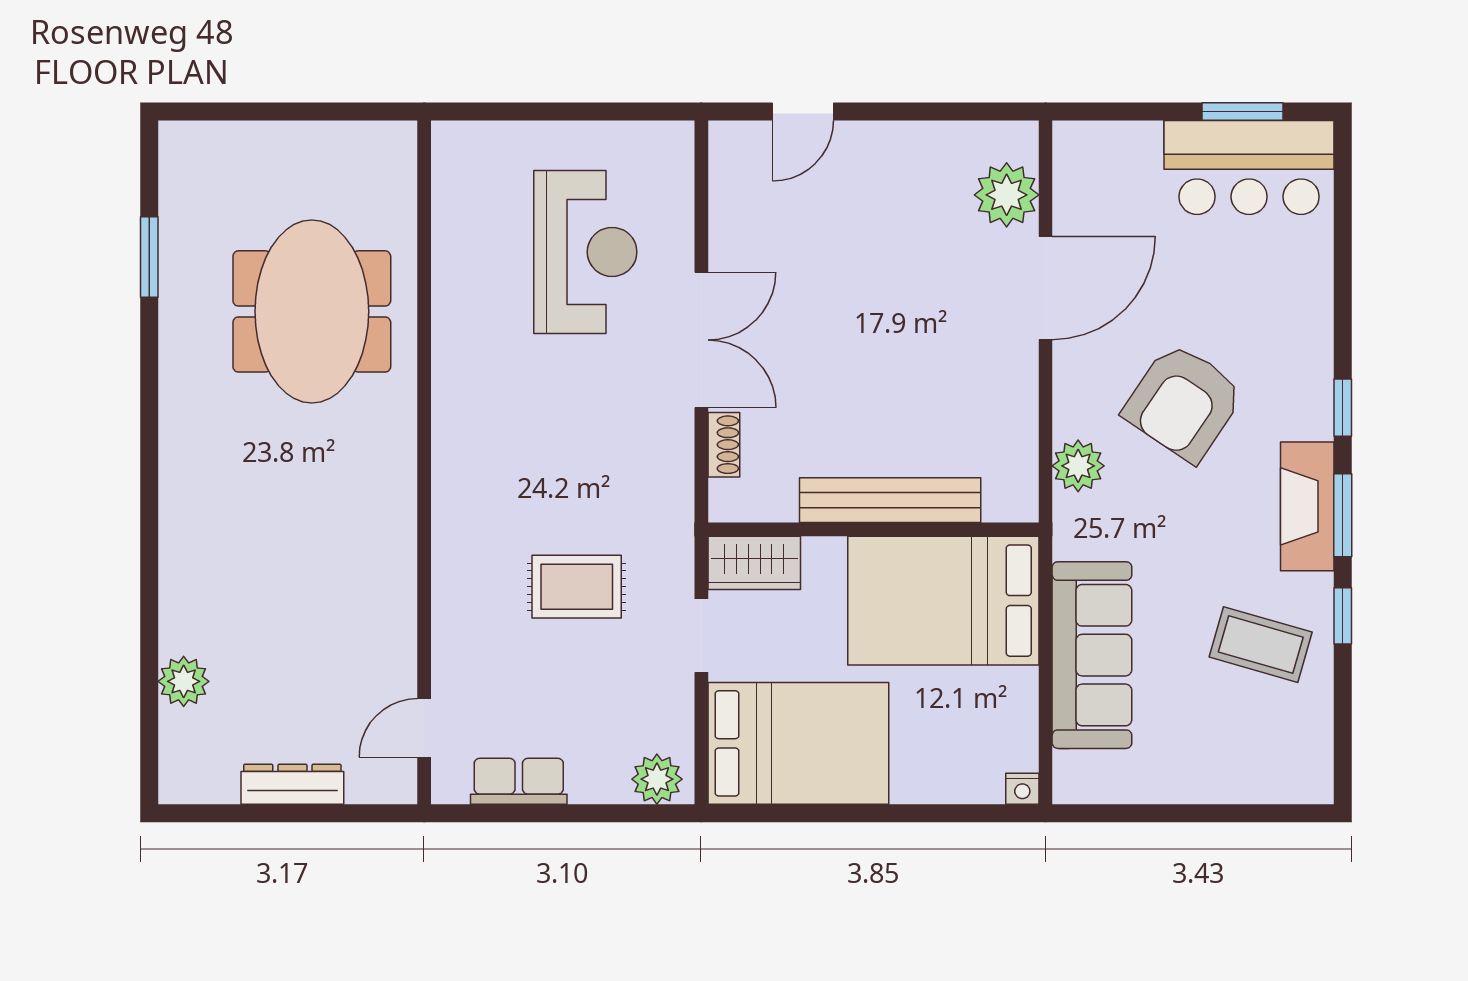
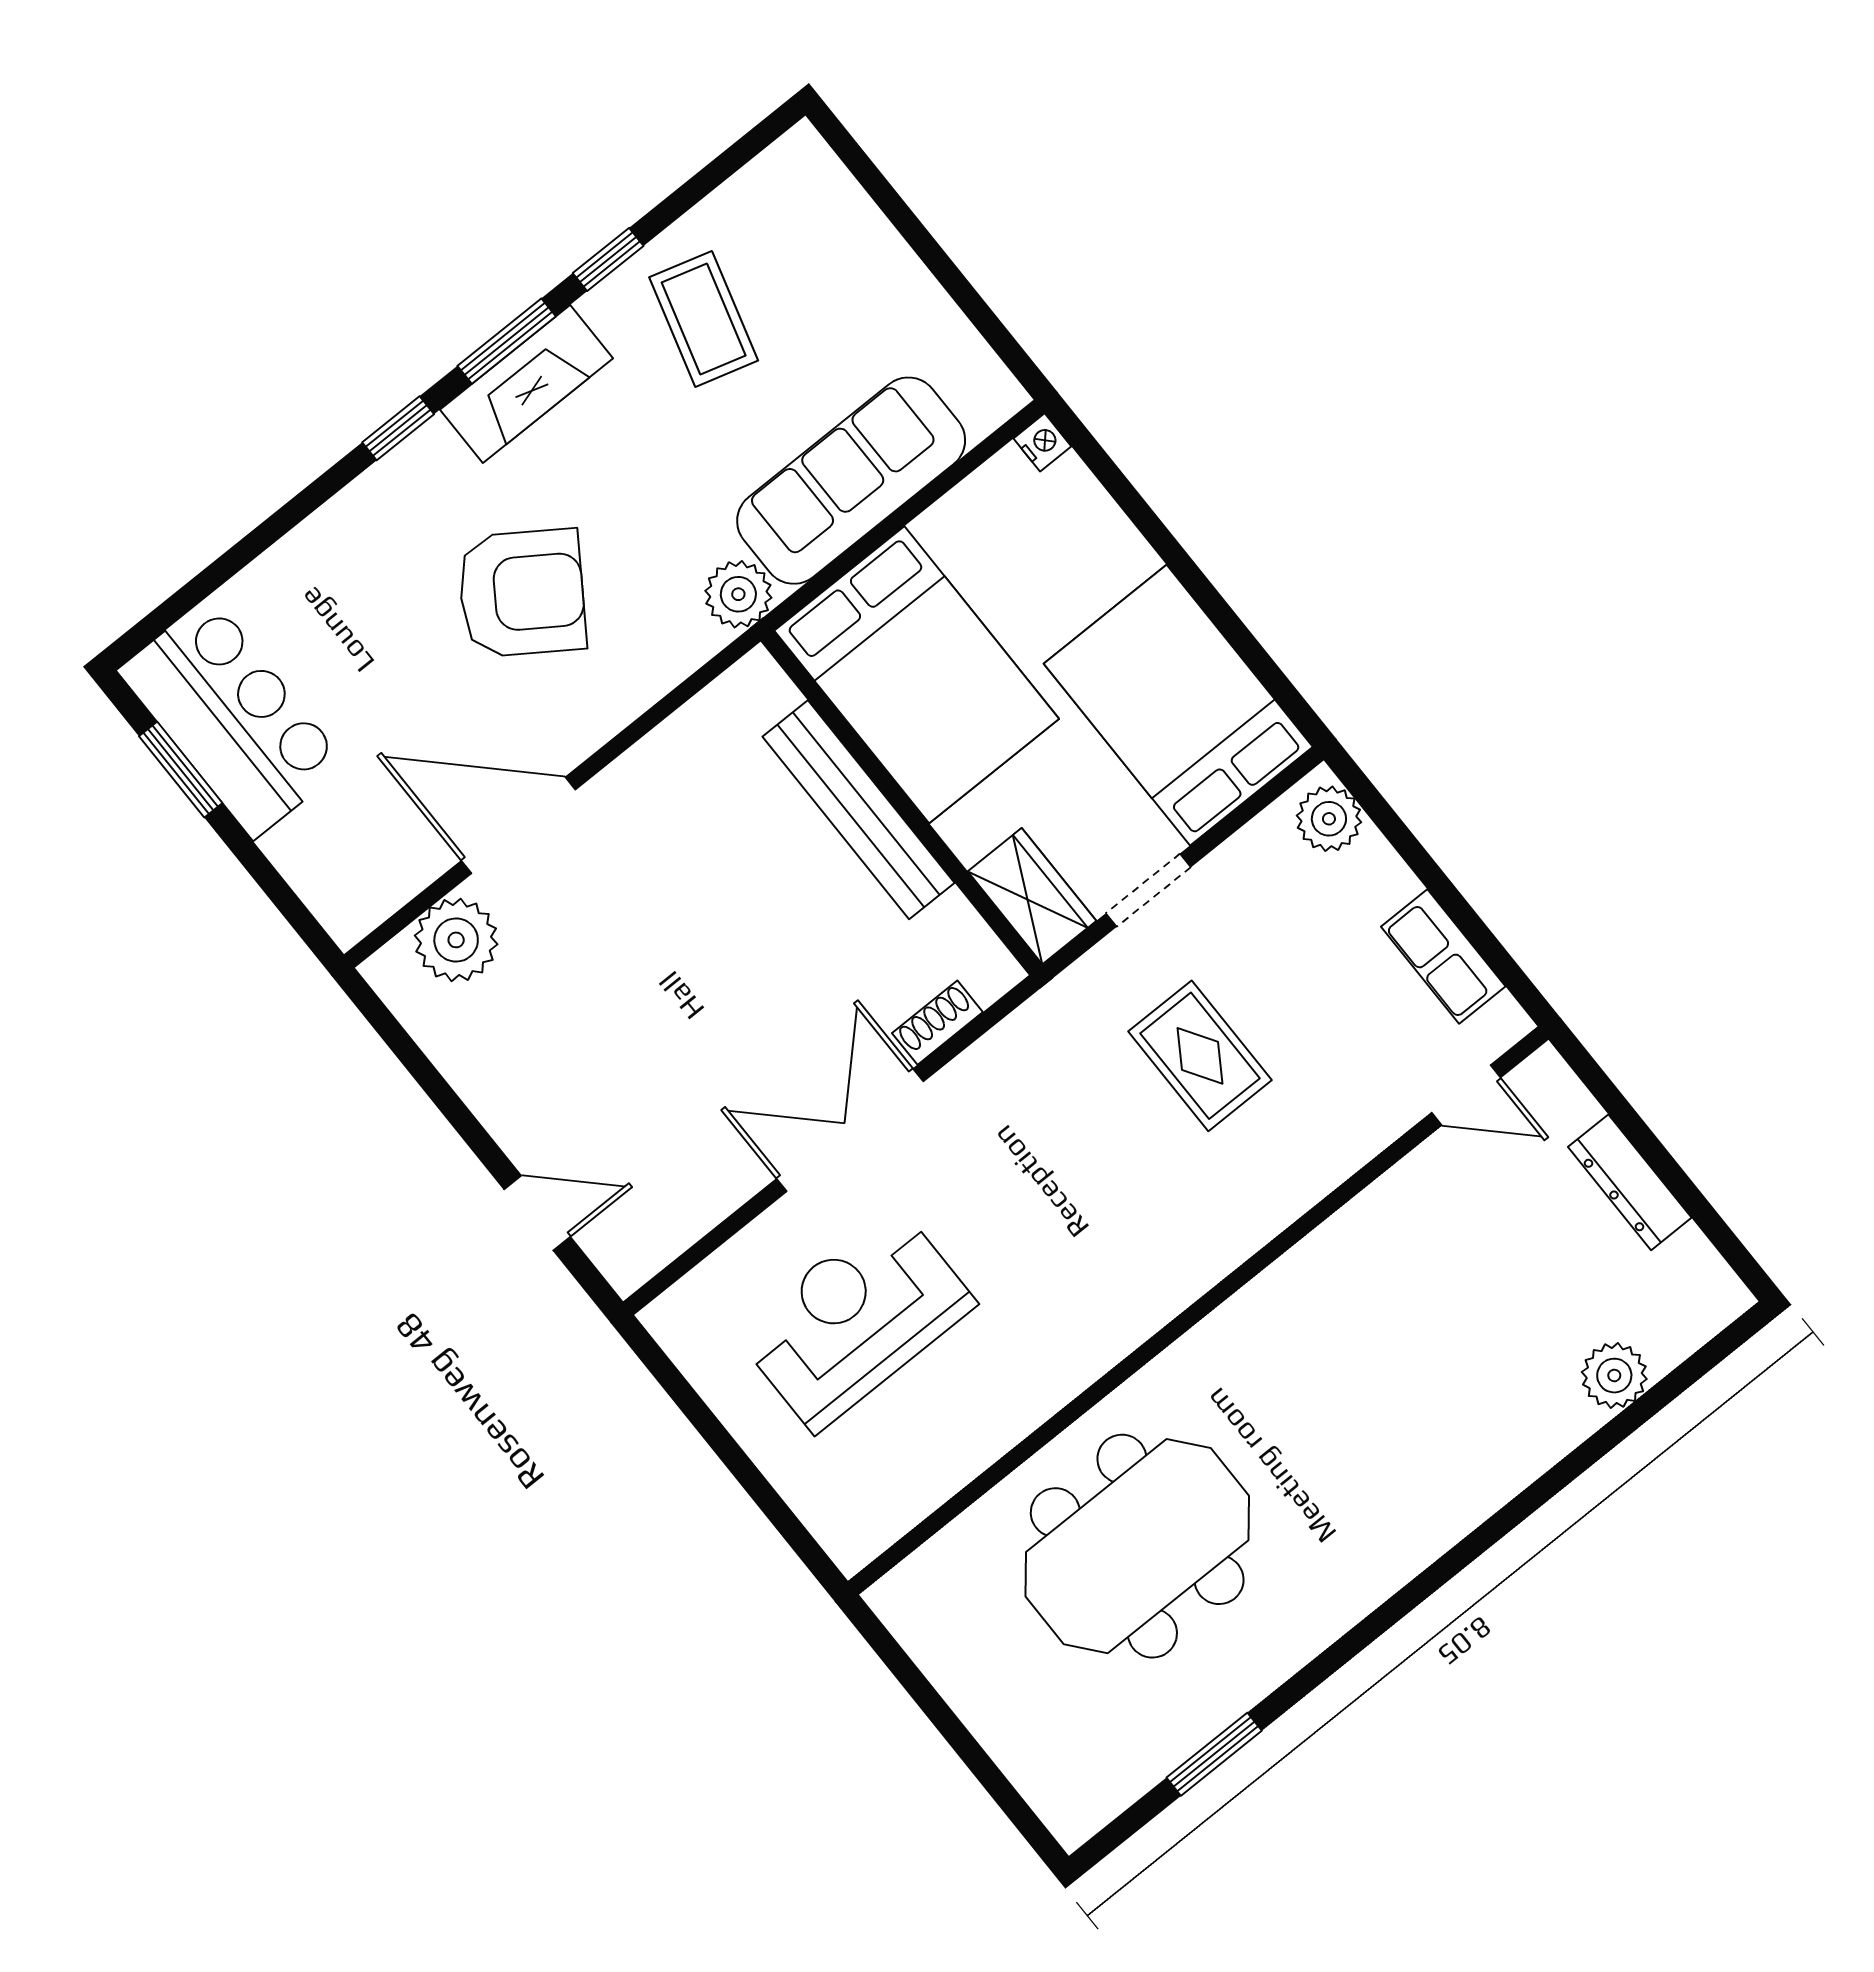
plant: (1078, 466) -> (738, 594), moved

